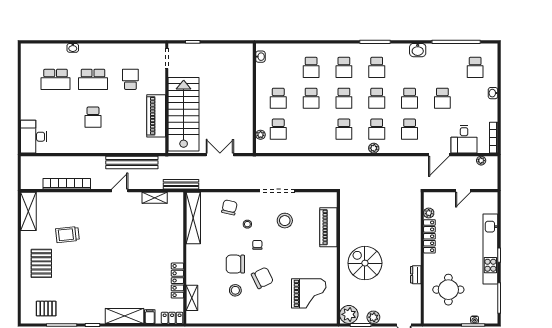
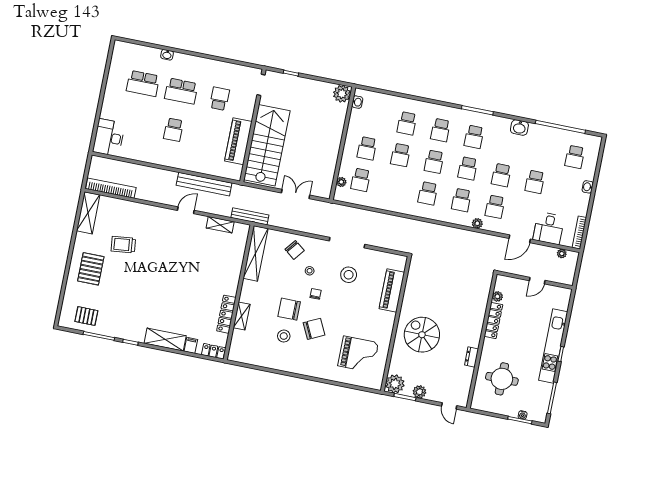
plant: (245, 52) -> (342, 94), added
plant: (374, 148) -> (477, 223), moved
bookcase: (67, 184) -> (111, 188), moved
chair: (229, 207) -> (295, 250), turned 115
shelving: (192, 298) -> (242, 316), moved

